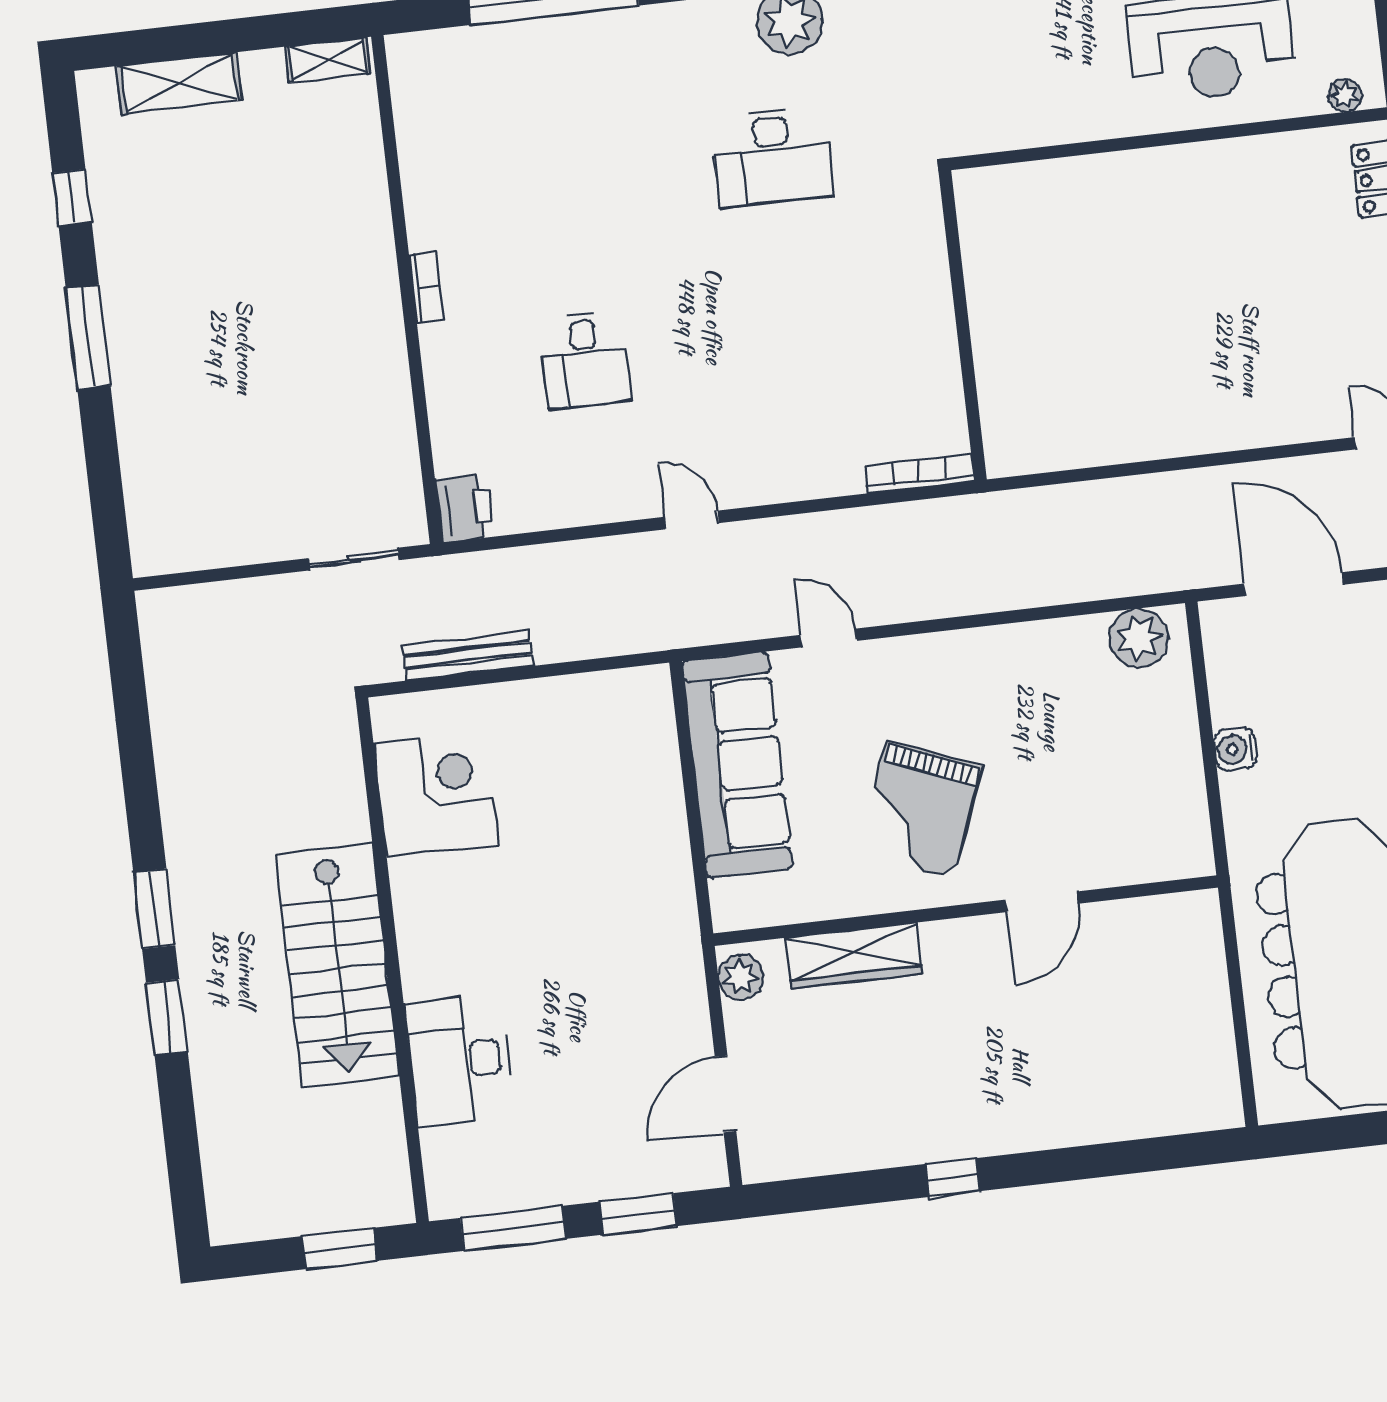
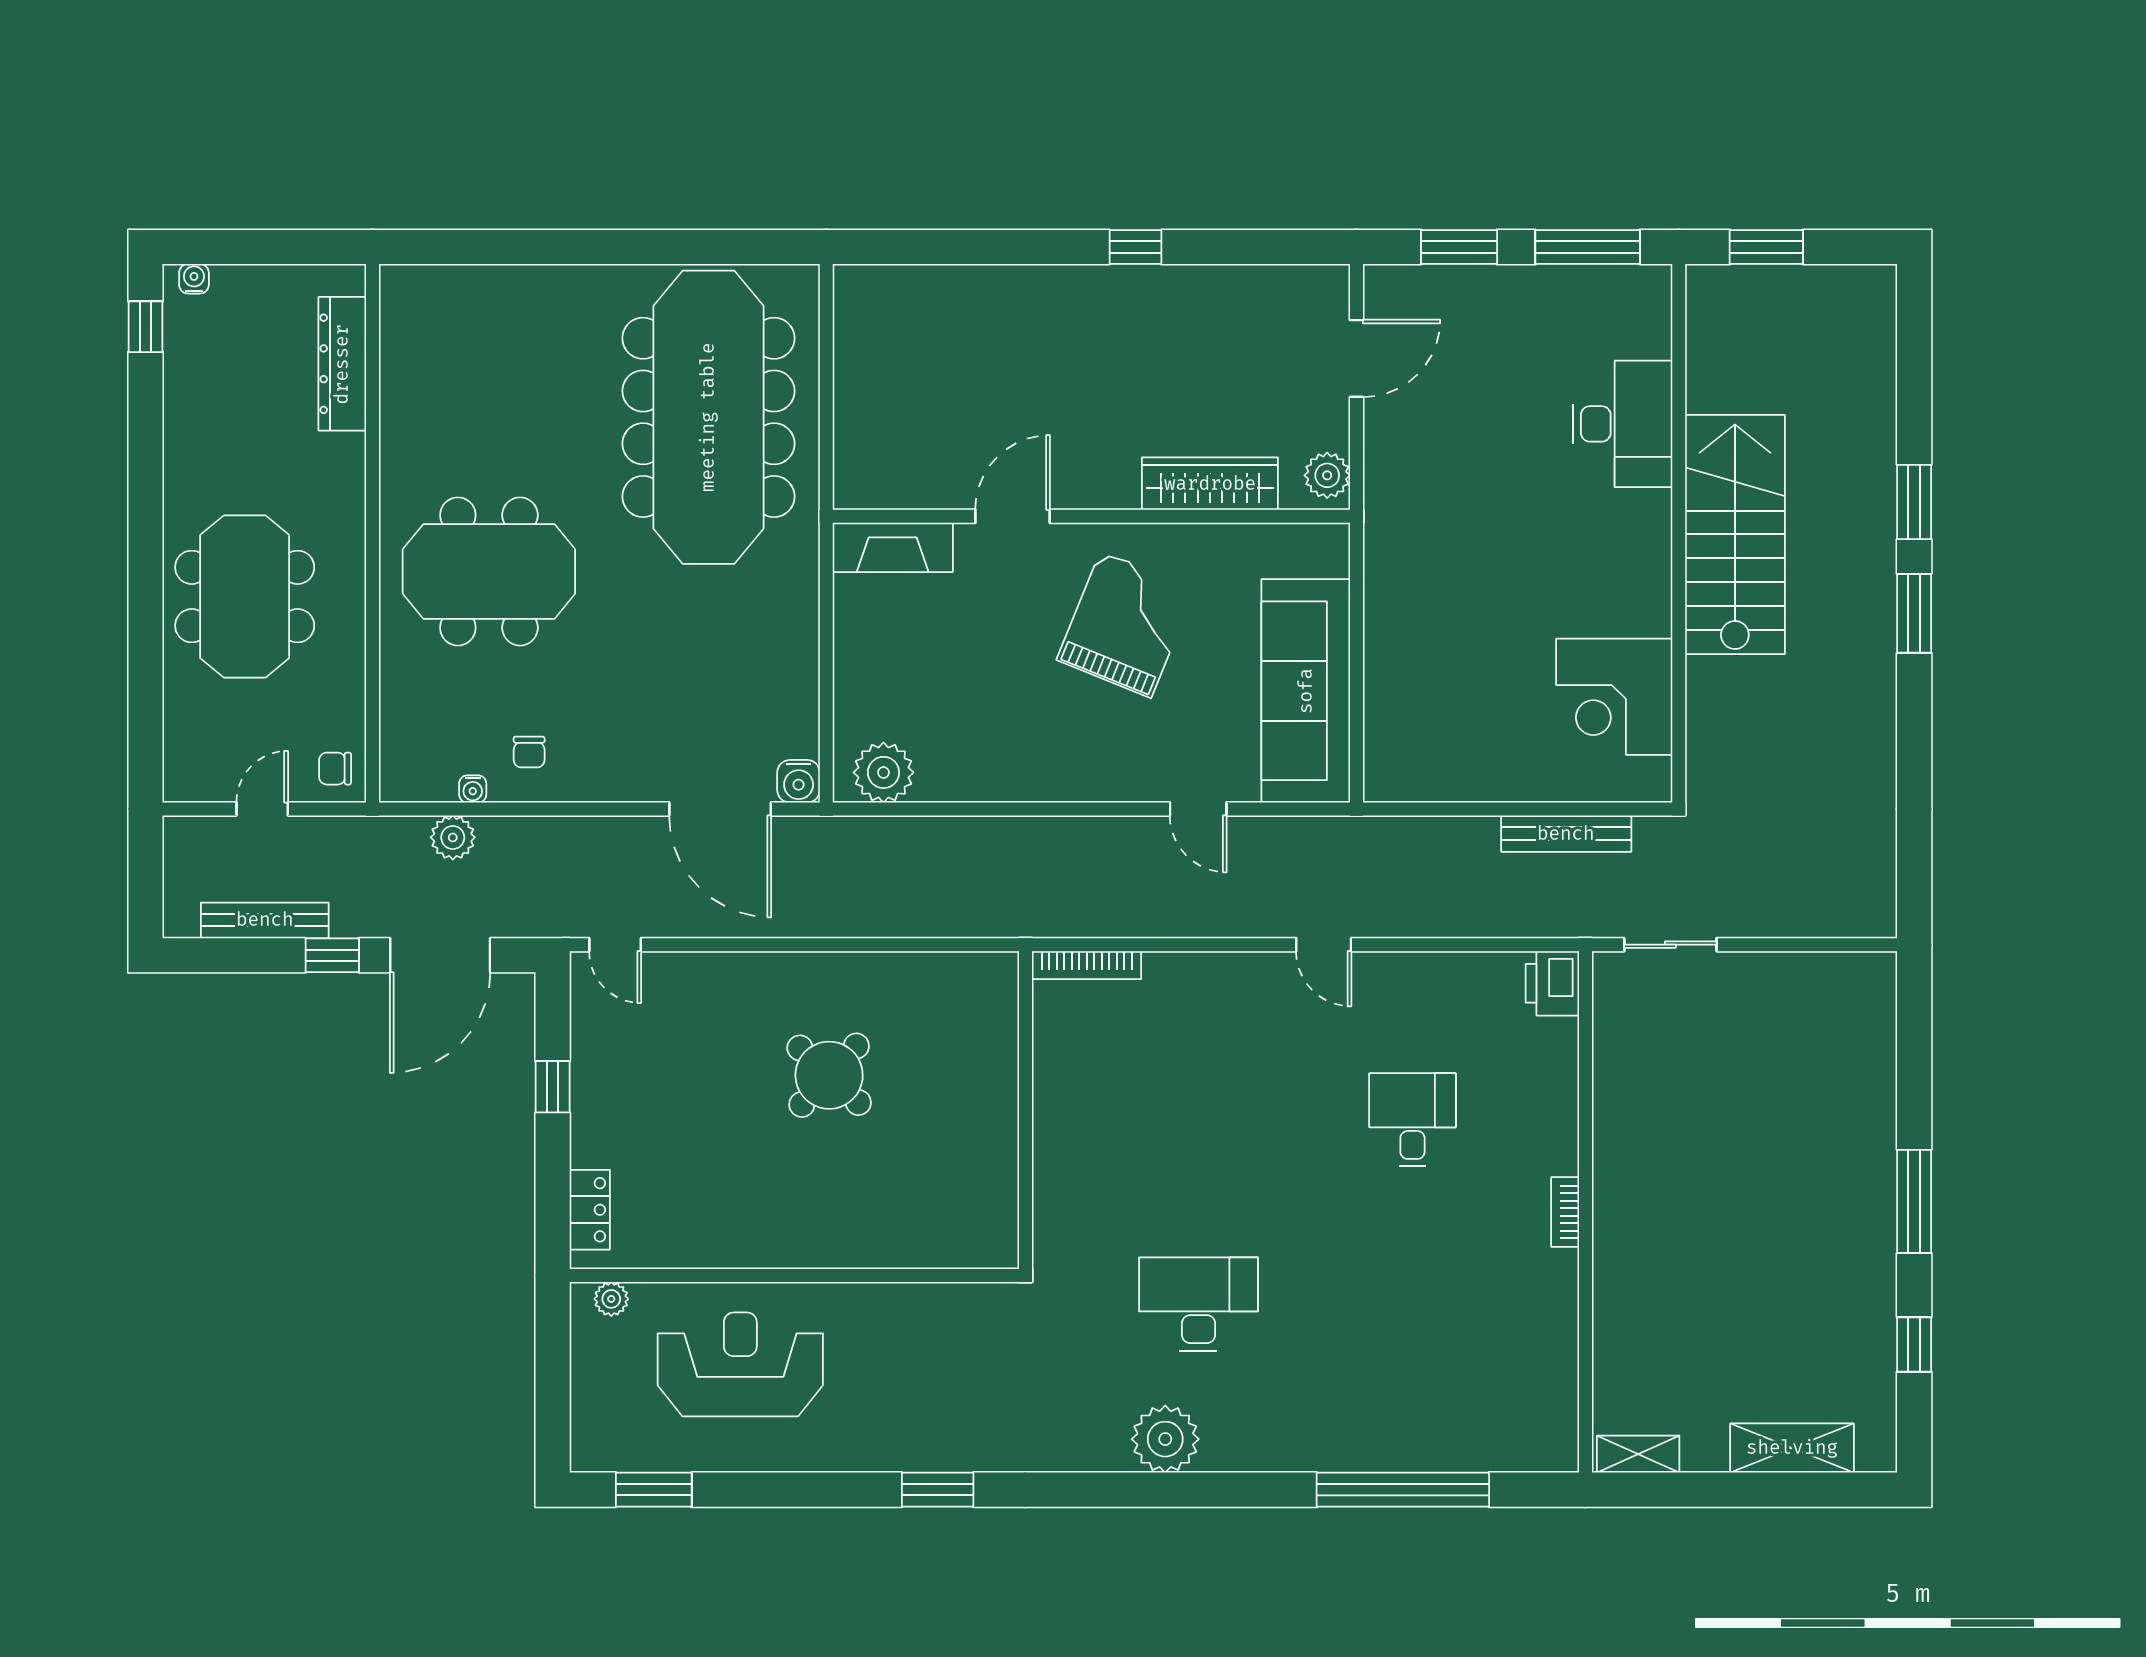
round table: (1158, 337) -> (829, 1075), added
water cooler: (1235, 749) -> (799, 781), moved, turned 90
fireplace: (1155, 858) -> (893, 547), added

